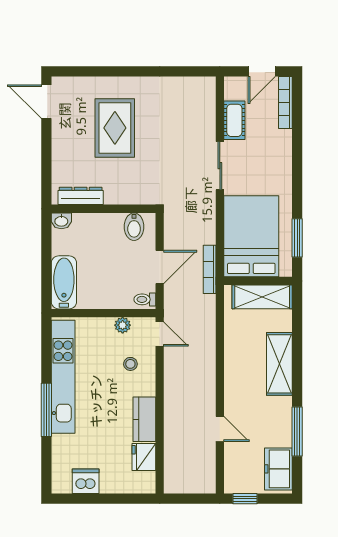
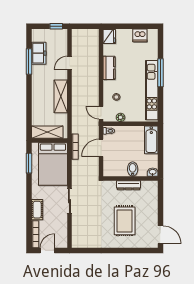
cot: (234, 120) -> (37, 210), moved
dresser: (81, 196) -> (128, 185), moved
bidet: (134, 227) -> (133, 169), moved
shelving: (279, 364) -> (61, 96), moved
door: (220, 429) -> (69, 63), hinge flipped
fridge: (144, 457) -> (109, 37), moved
freezer: (278, 469) -> (39, 53), moved

